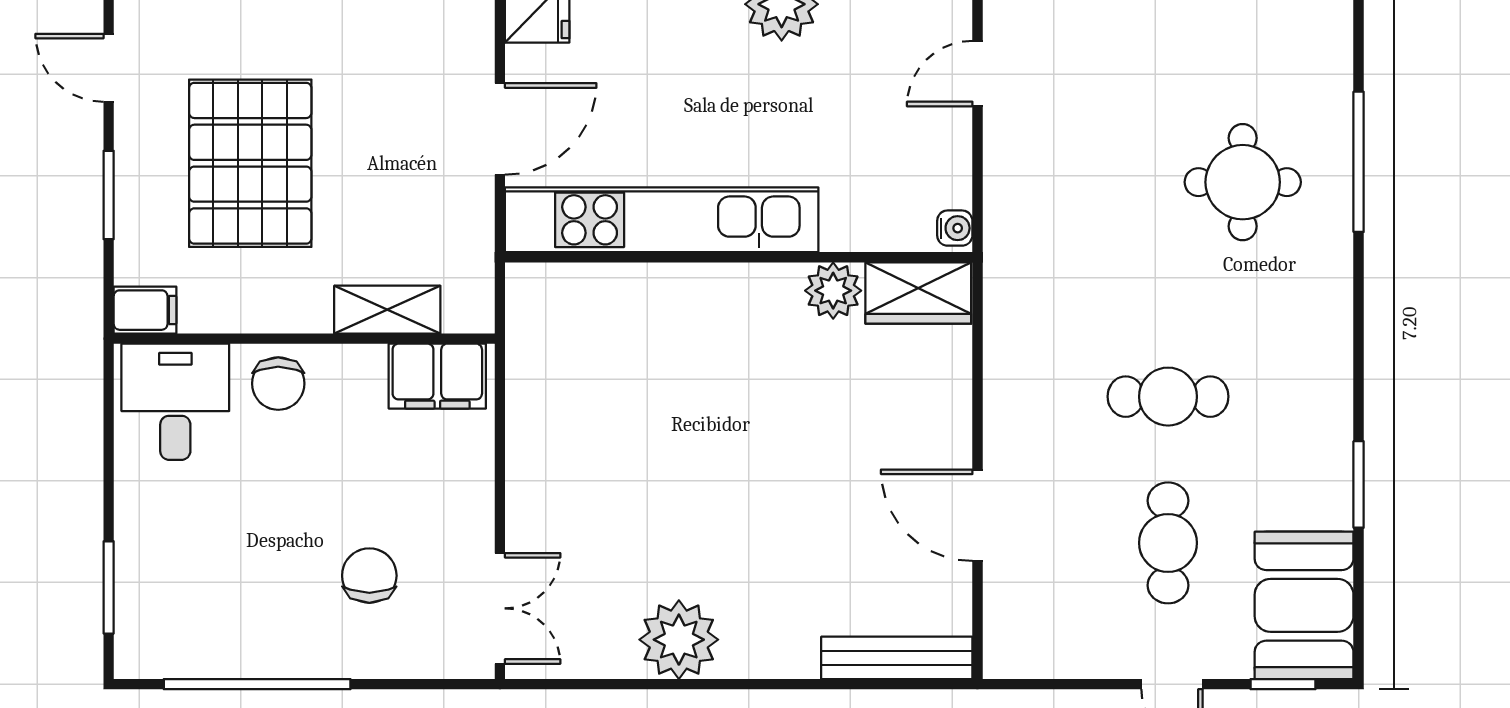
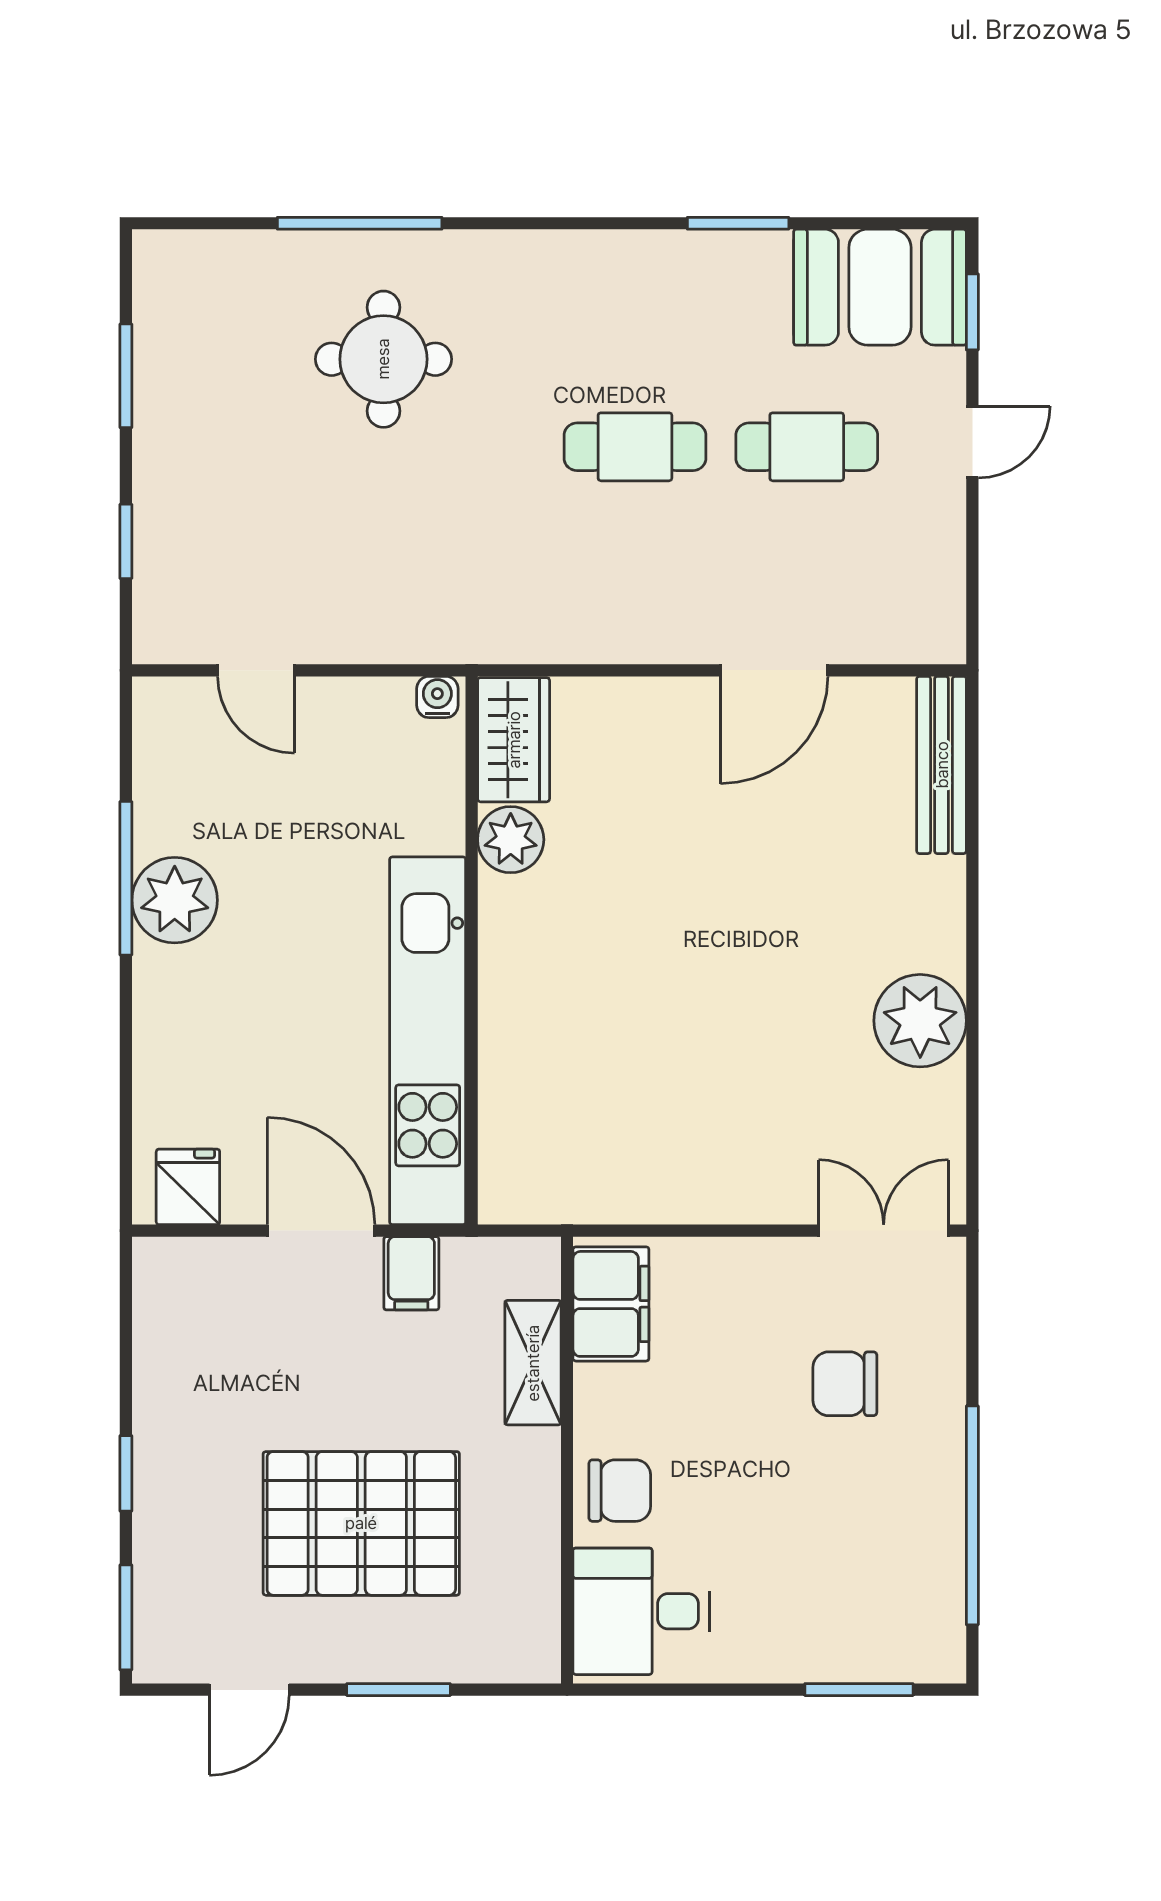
filing cabinet: (145, 310) -> (411, 1273), moved, turned 180
cafe table: (1168, 397) -> (635, 447), turned 90

